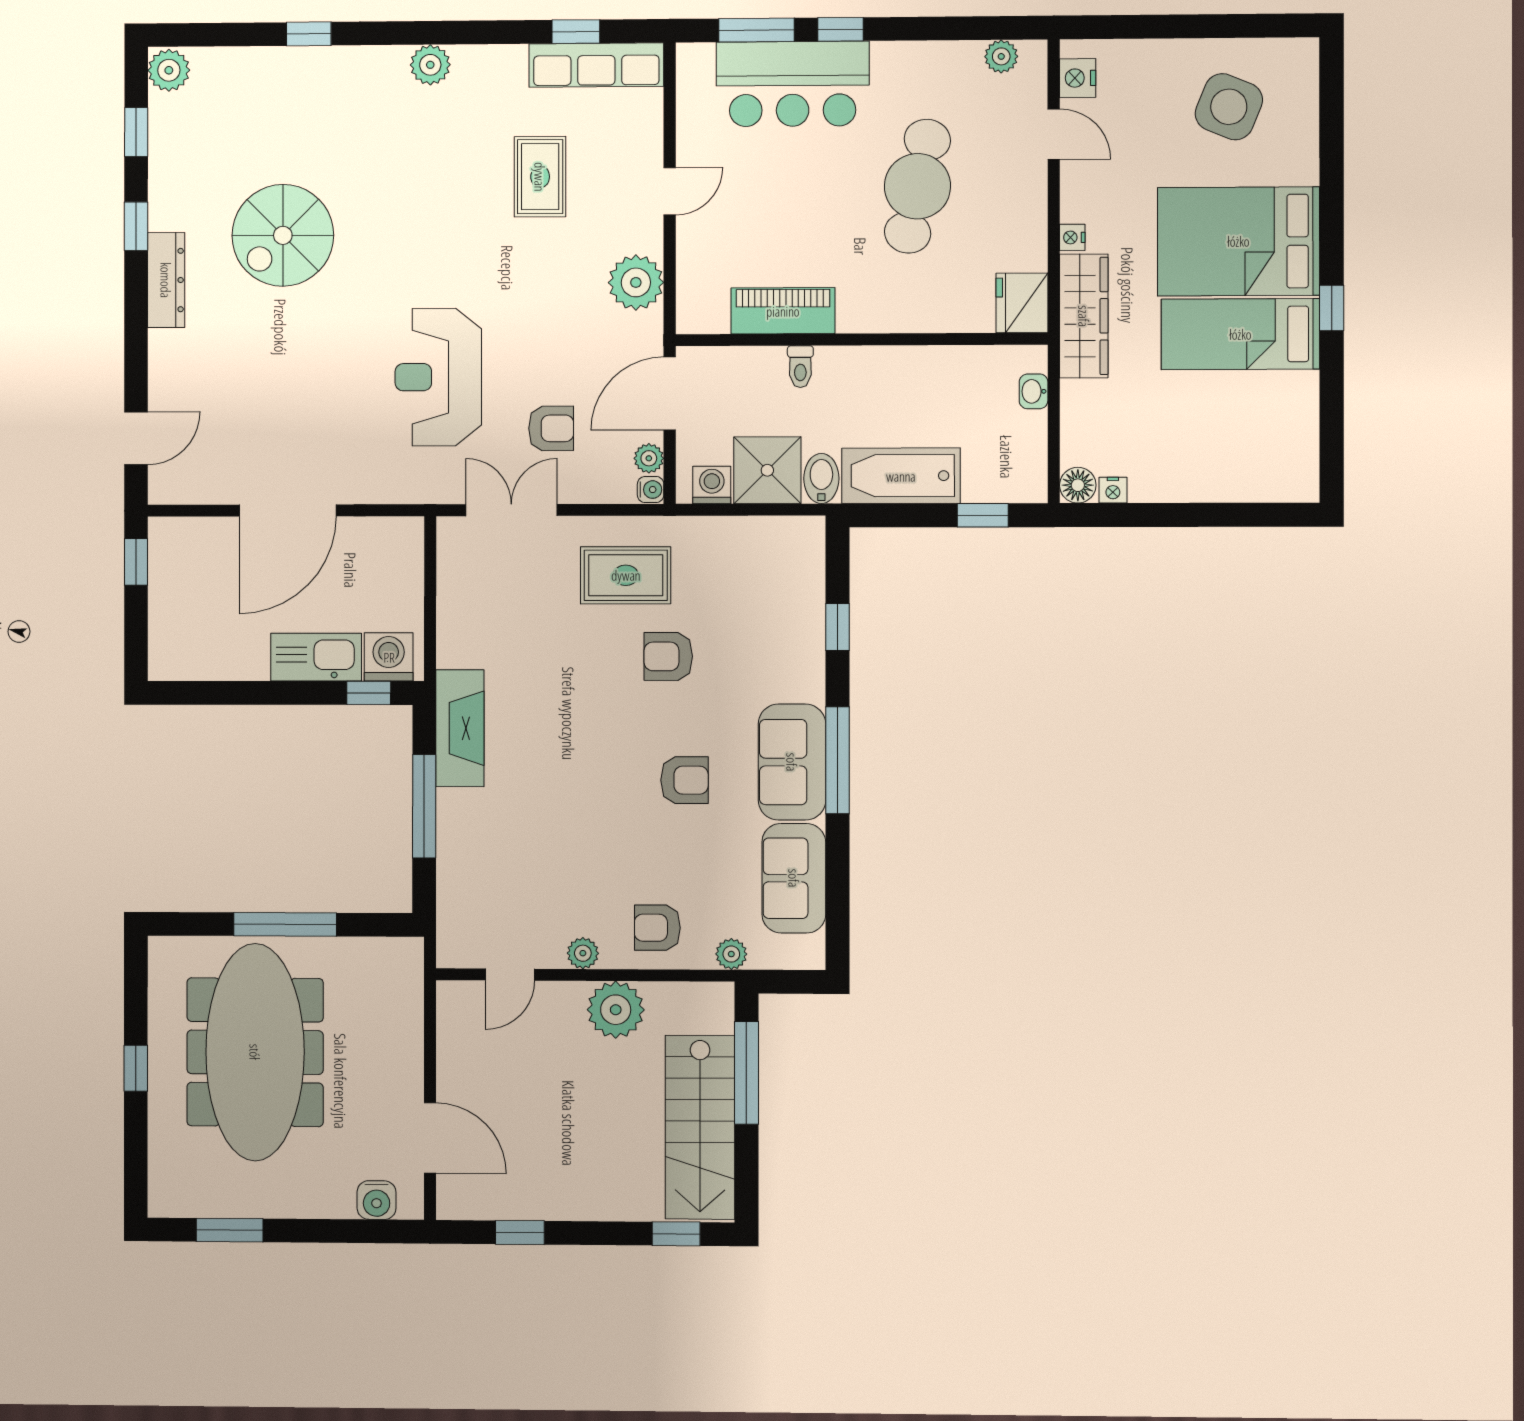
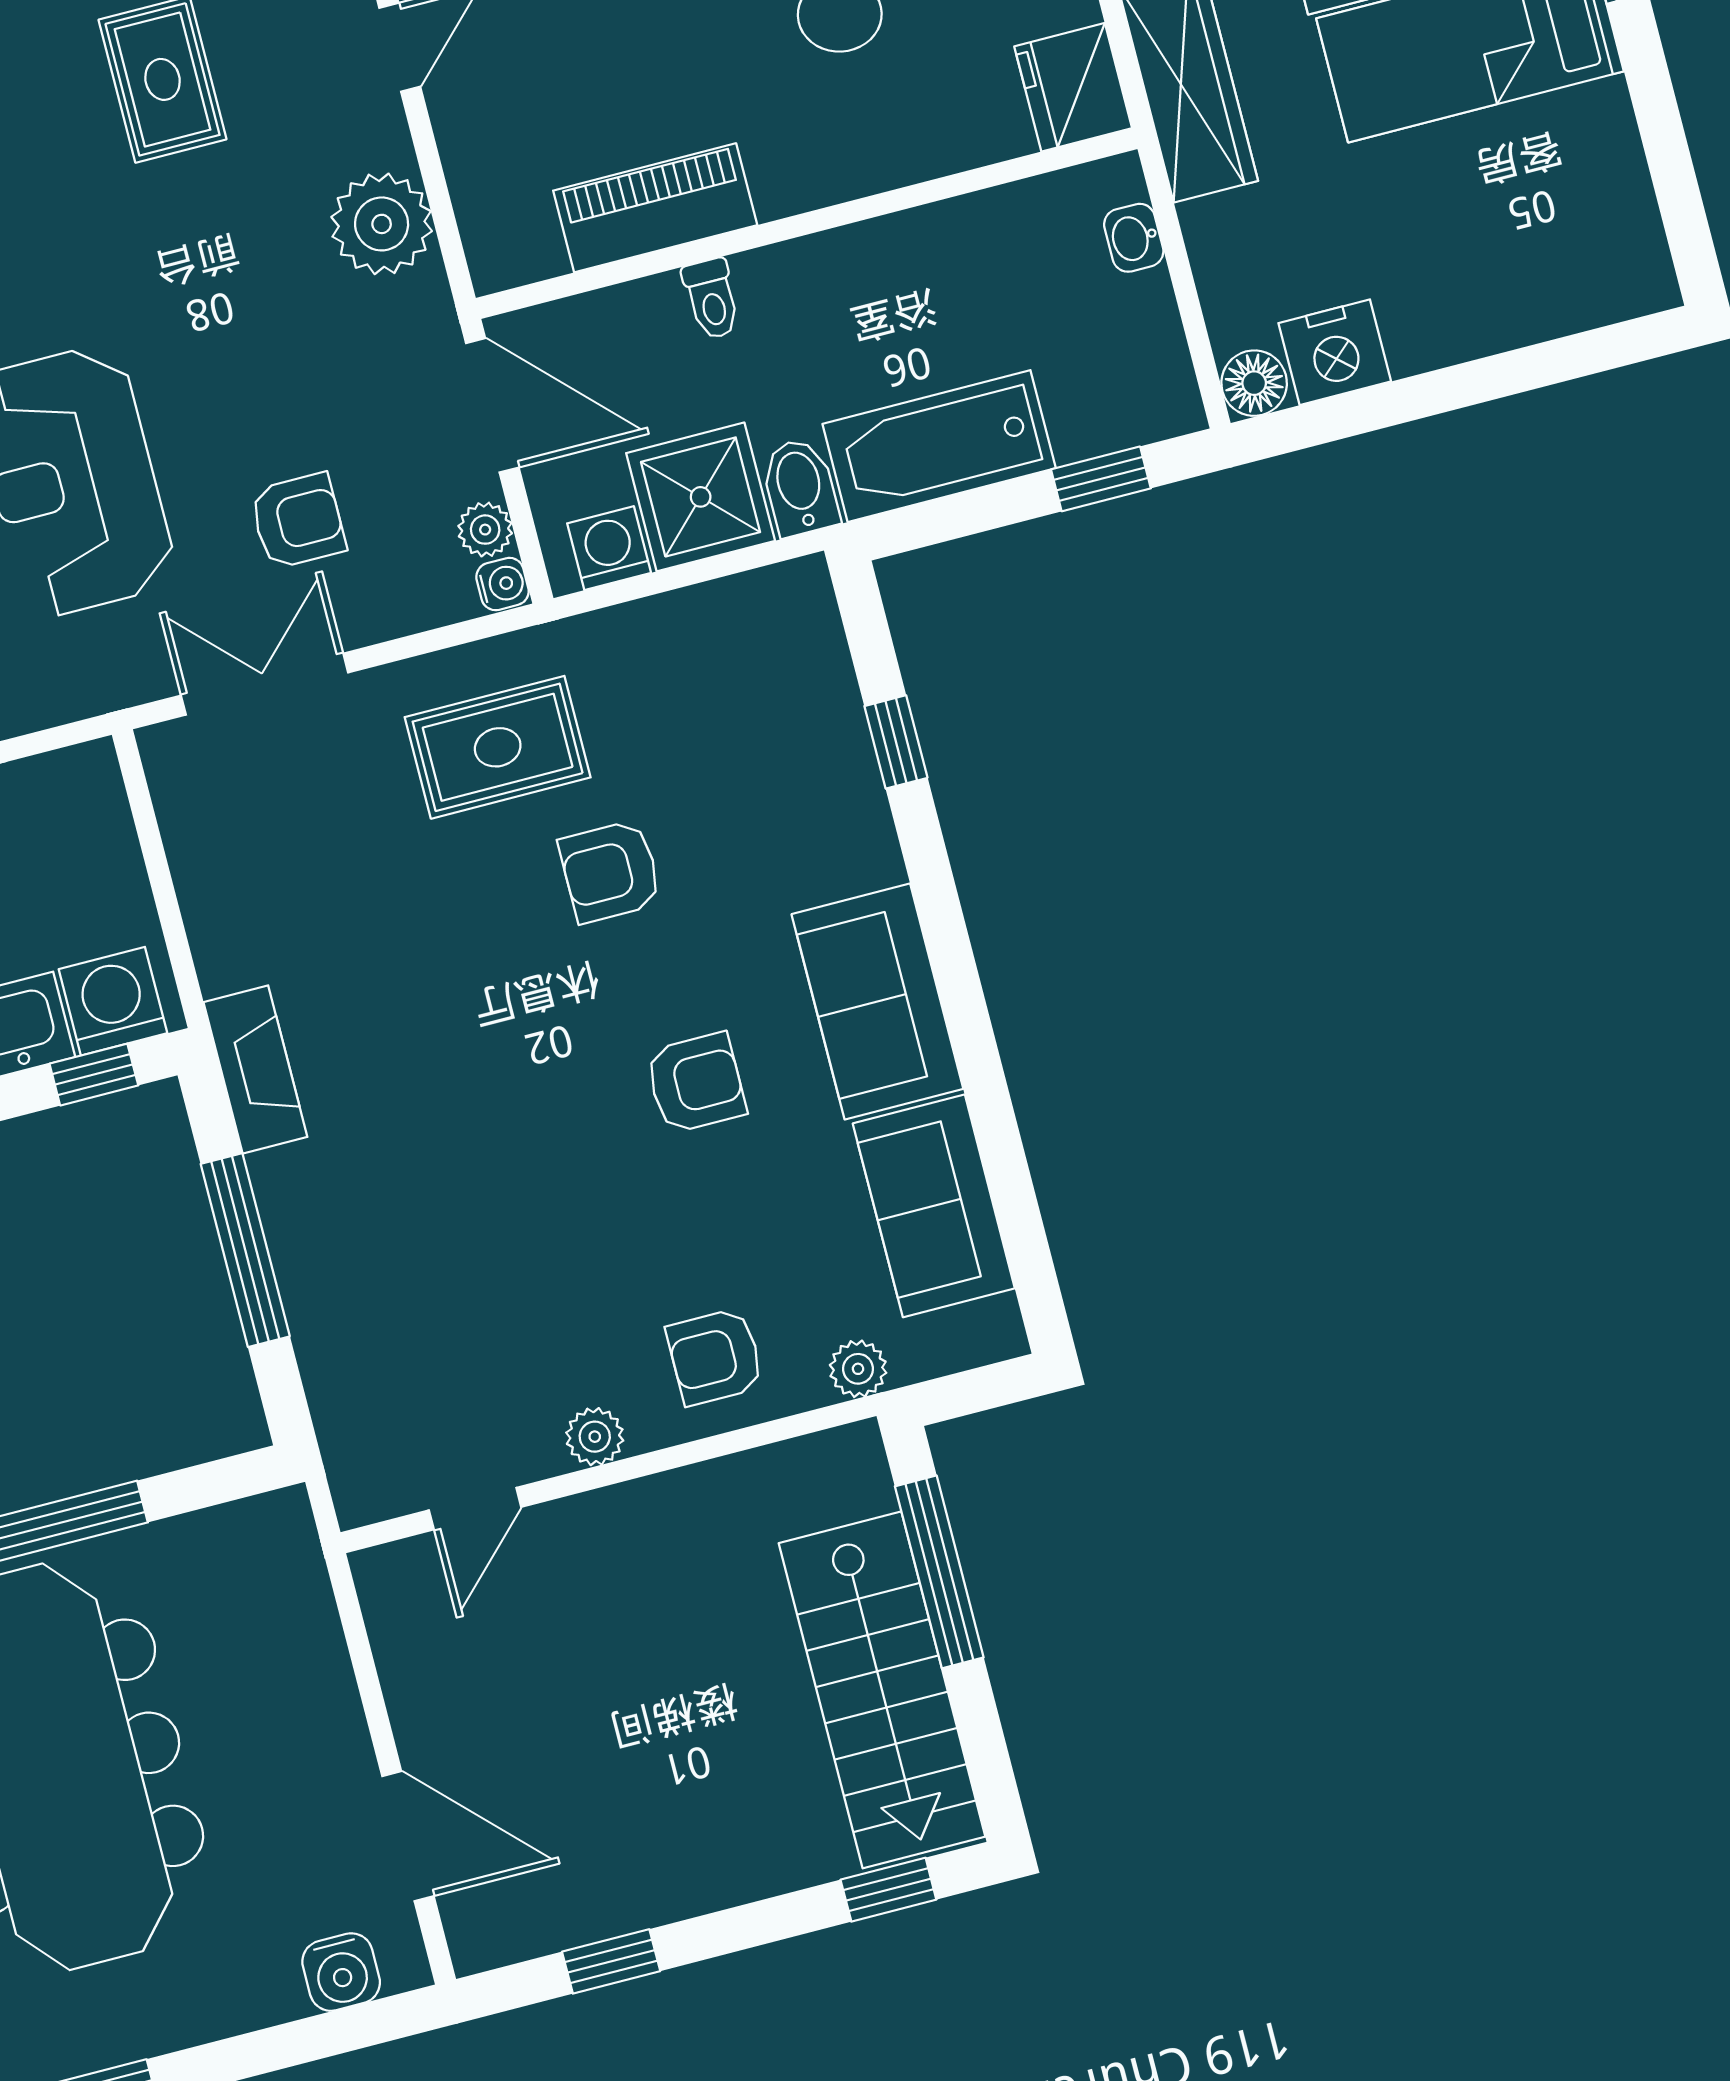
door: (670, 393) -> (492, 405), swing flipped
nightstand: (1113, 490) -> (1335, 352), width x1.89, depth x1.79
fireplace: (460, 728) -> (255, 1070), width x0.73, depth x0.76
window: (837, 760) -> (957, 977), removed
plant: (616, 1010) -> (679, 1521), removed

